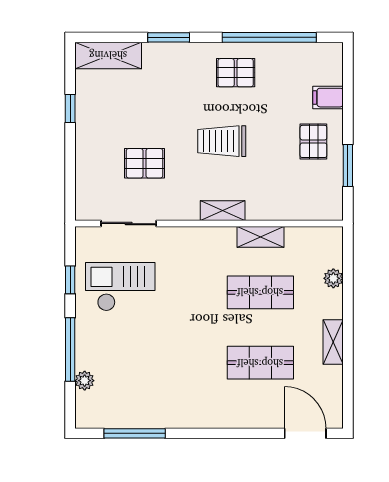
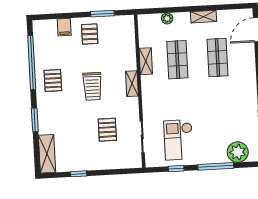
pallet: (313, 141) -> (90, 34), turned 90
plant: (85, 381) -> (238, 152), width x1.88, depth x1.88

